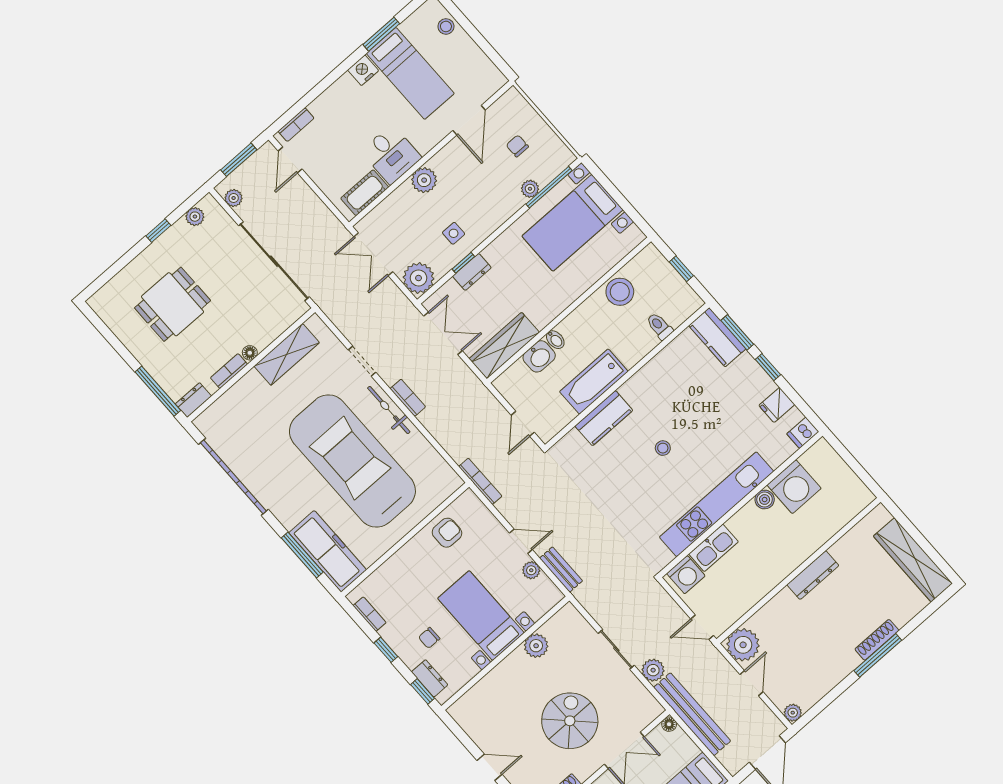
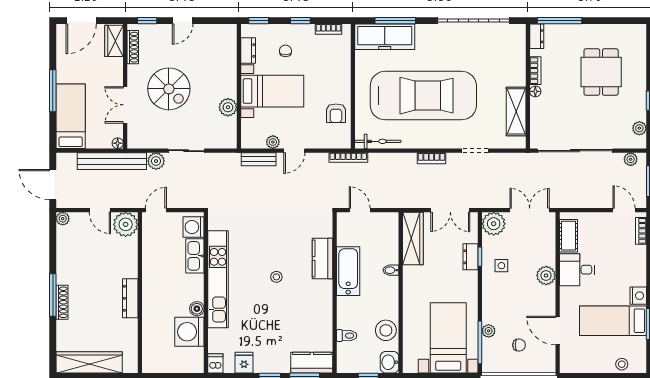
washbasin: (539, 356) -> (390, 362), moved
bicycle: (389, 410) -> (378, 141), moved
dresser: (430, 678) -> (248, 50), moved, turned -90

